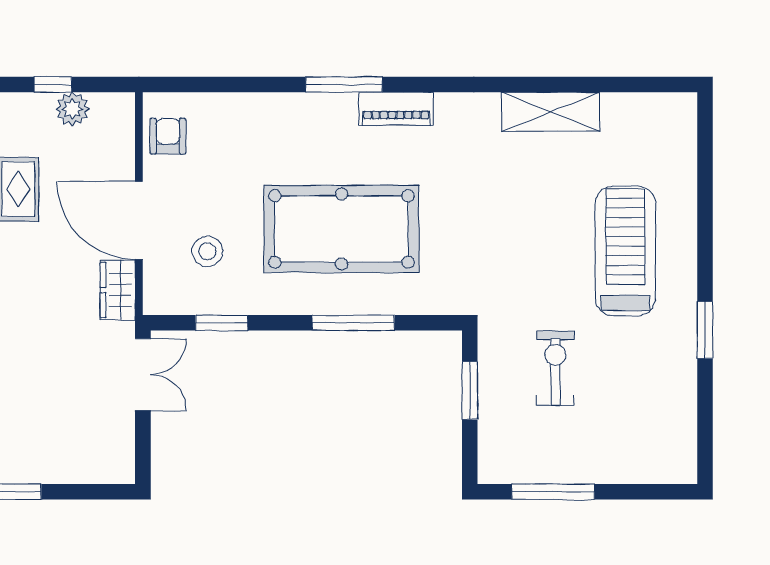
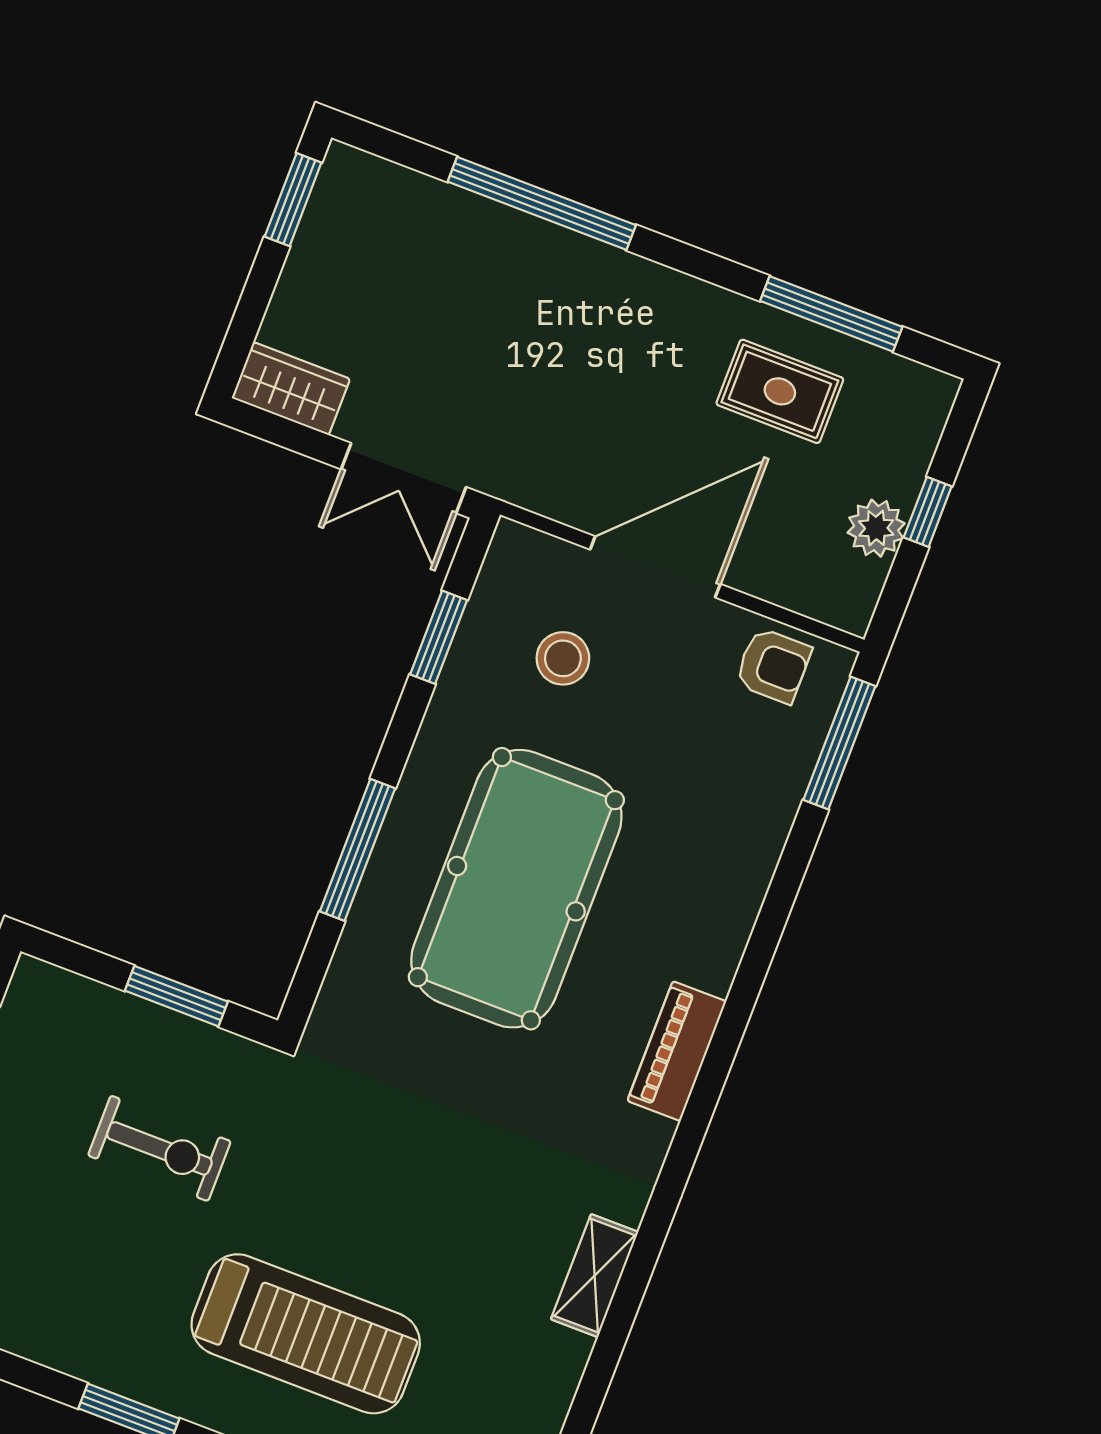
window: (344, 84) -> (839, 743), moved
shelving: (551, 112) -> (595, 1276), width x0.67, depth x0.75
wardrobe: (118, 290) -> (291, 389), moved

